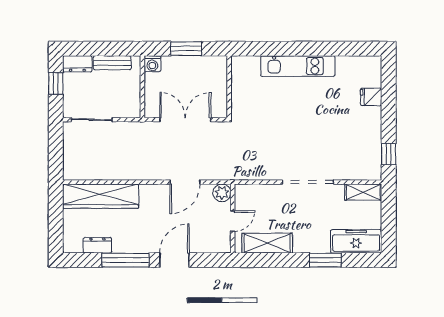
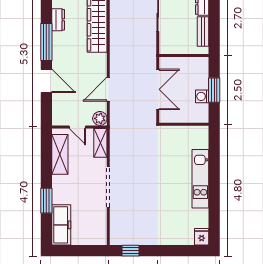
washing machine: (152, 64) -> (202, 96), moved
fridge: (371, 97) -> (202, 237), moved
door: (185, 182) -> (108, 89), hinge flipped
shelving: (363, 192) -> (100, 143), moved

